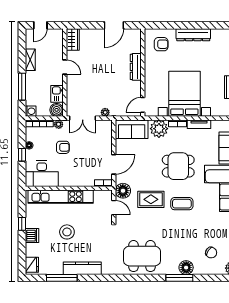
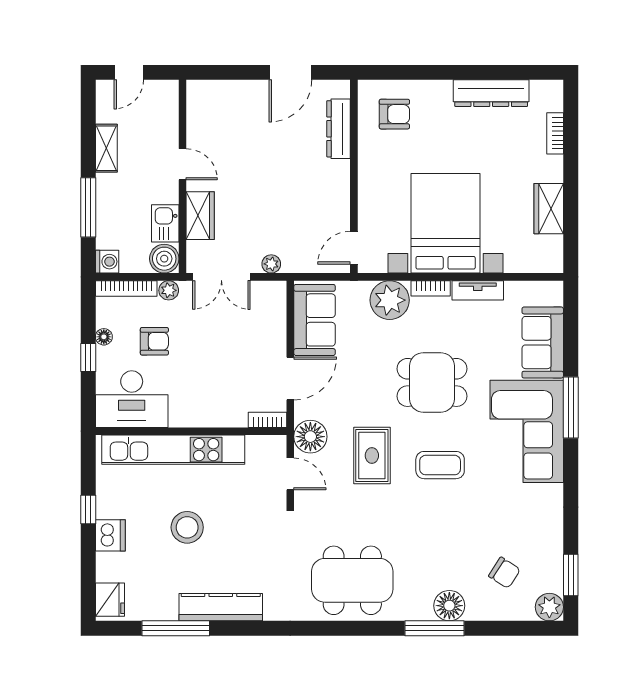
dresser: (193, 35) -> (491, 93), moved
wardrobe: (73, 39) -> (200, 216), moved
dresser: (136, 67) -> (339, 129), moved
sofa: (132, 129) -> (315, 320), moved, turned -90
armchair: (63, 147) -> (154, 341), moved
rug: (151, 199) -> (372, 455), turned 90

